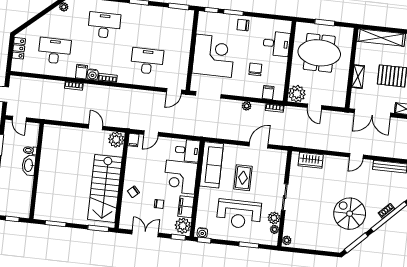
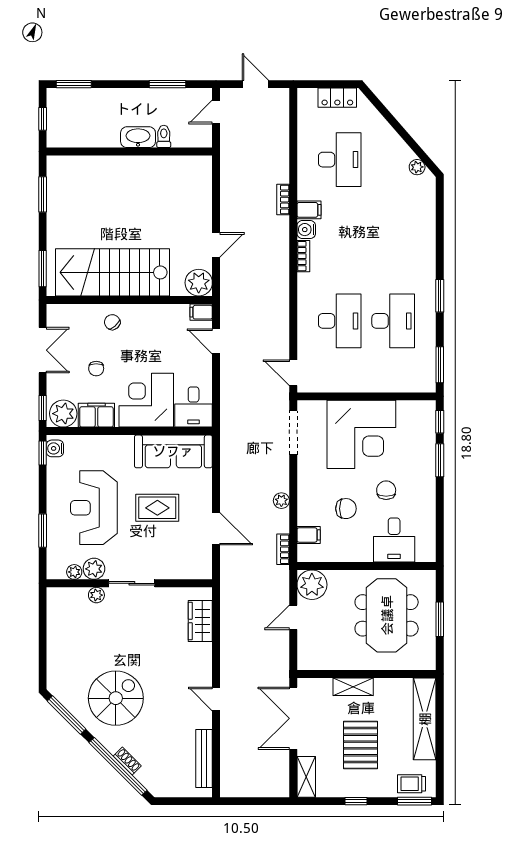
desk: (104, 25) -> (393, 321), moved
chair: (243, 25) -> (386, 490), moved
plant: (287, 240) -> (96, 595), moved

